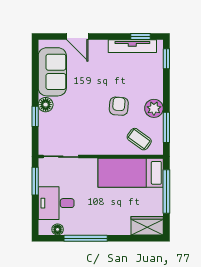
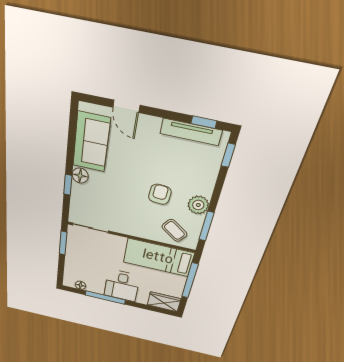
desk: (56, 203) -> (122, 286), moved, turned -90

